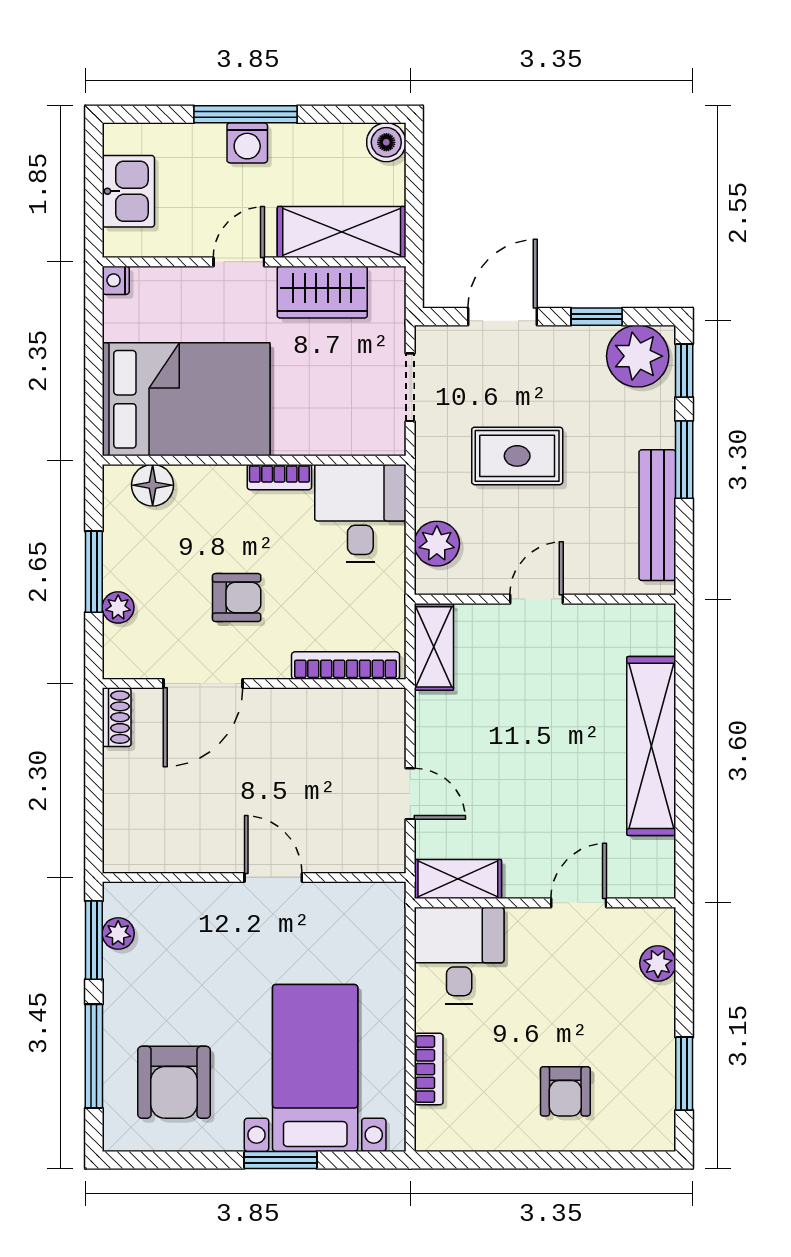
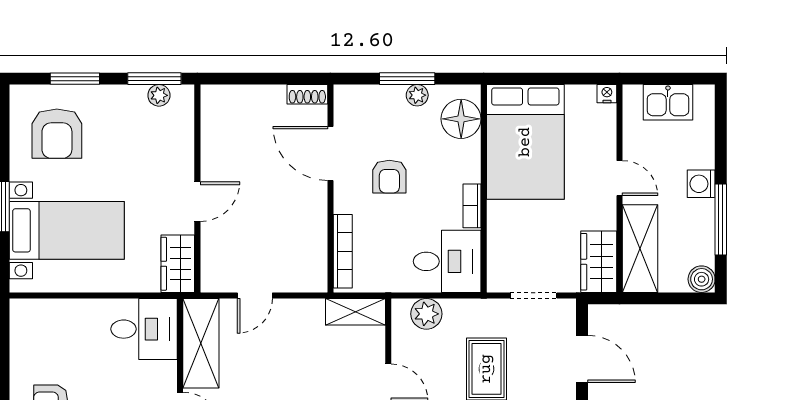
window: (246, 114) -> (721, 219), moved
wardrobe: (322, 292) -> (599, 262), moved
floor lamp: (153, 485) -> (461, 119), width x1.38, depth x1.38
plant: (118, 607) -> (417, 95), moved
shelving: (458, 879) -> (201, 343), width x1.50, depth x1.33
wardrobe: (364, 906) -> (178, 264), added
window: (94, 1056) -> (75, 79), width x0.69
bookcase: (429, 1069) -> (66, 308), removed
armchair: (174, 1082) -> (57, 134), turned -90

